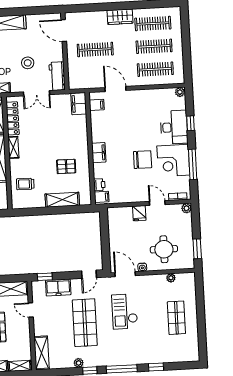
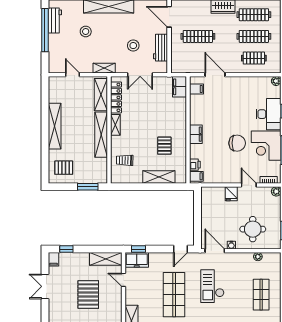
clothes rail: (155, 69) -> (254, 58), width x0.73
workbench: (57, 76) -> (160, 48), moved
pallet: (66, 166) -> (164, 146), turned 90
freezer: (58, 287) -> (137, 260), moved

